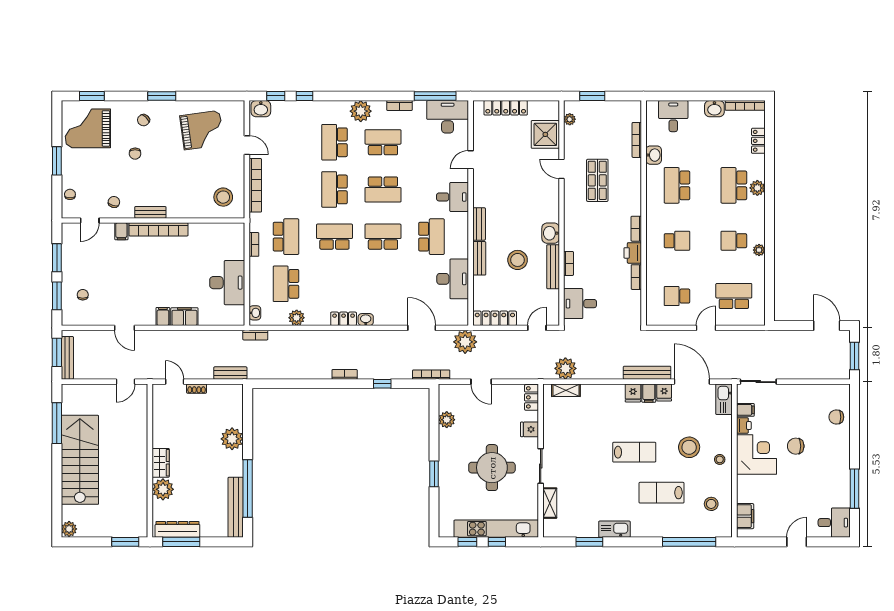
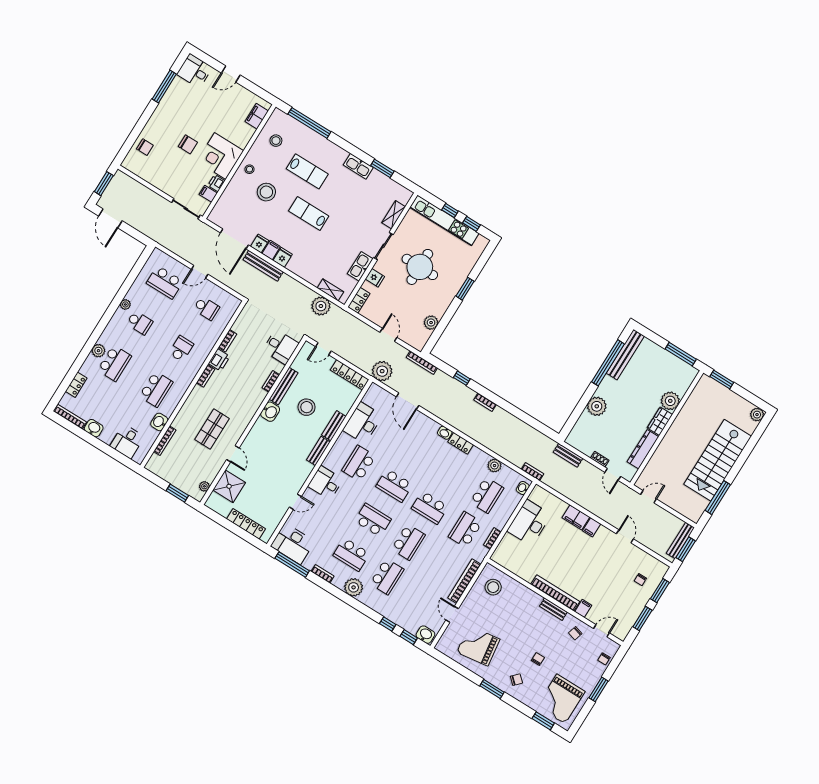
grand piano: (88, 128) -> (561, 699), turned 90
school desk: (677, 241) -> (181, 349), turned 90
kitchen sink: (724, 399) -> (360, 266), moved, turned 180
dresser: (177, 529) -> (643, 449), moved, turned 90

